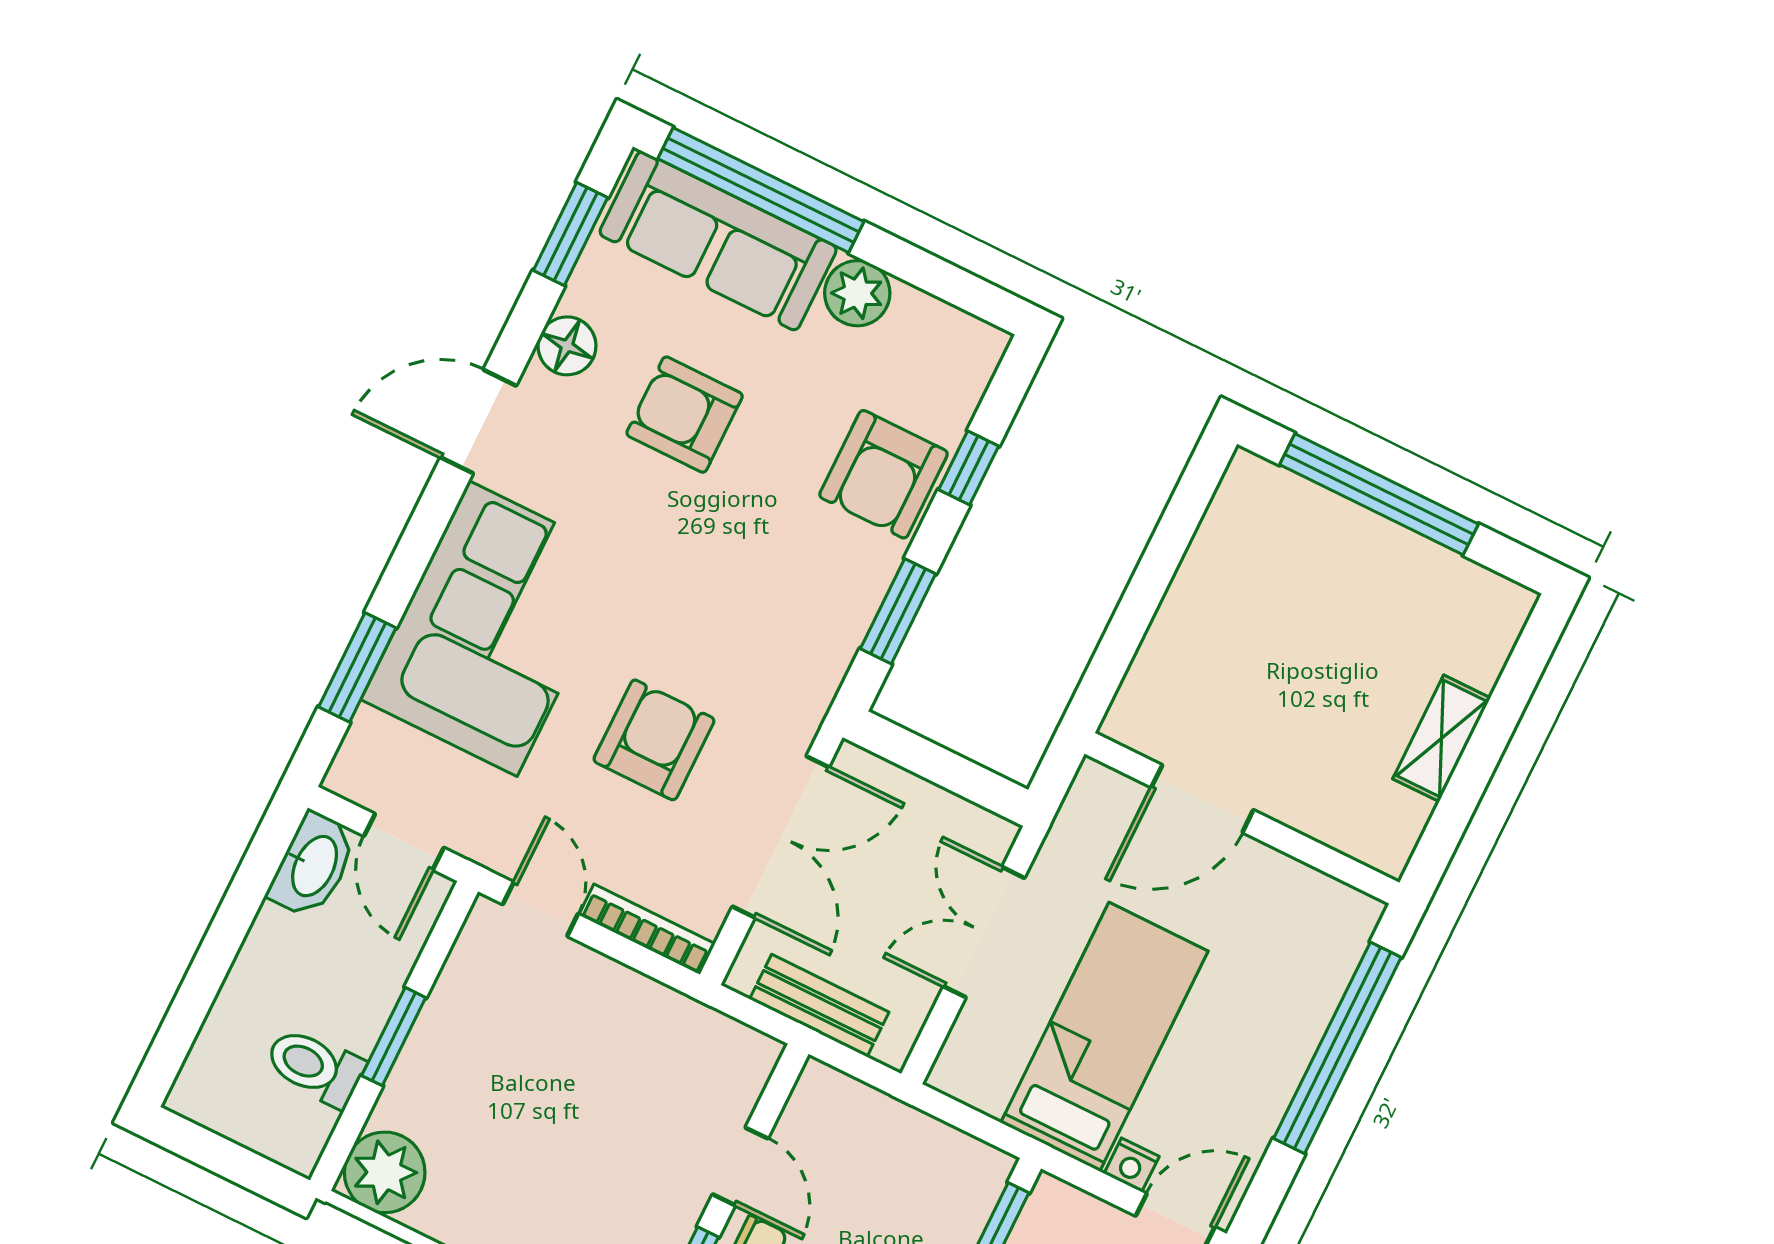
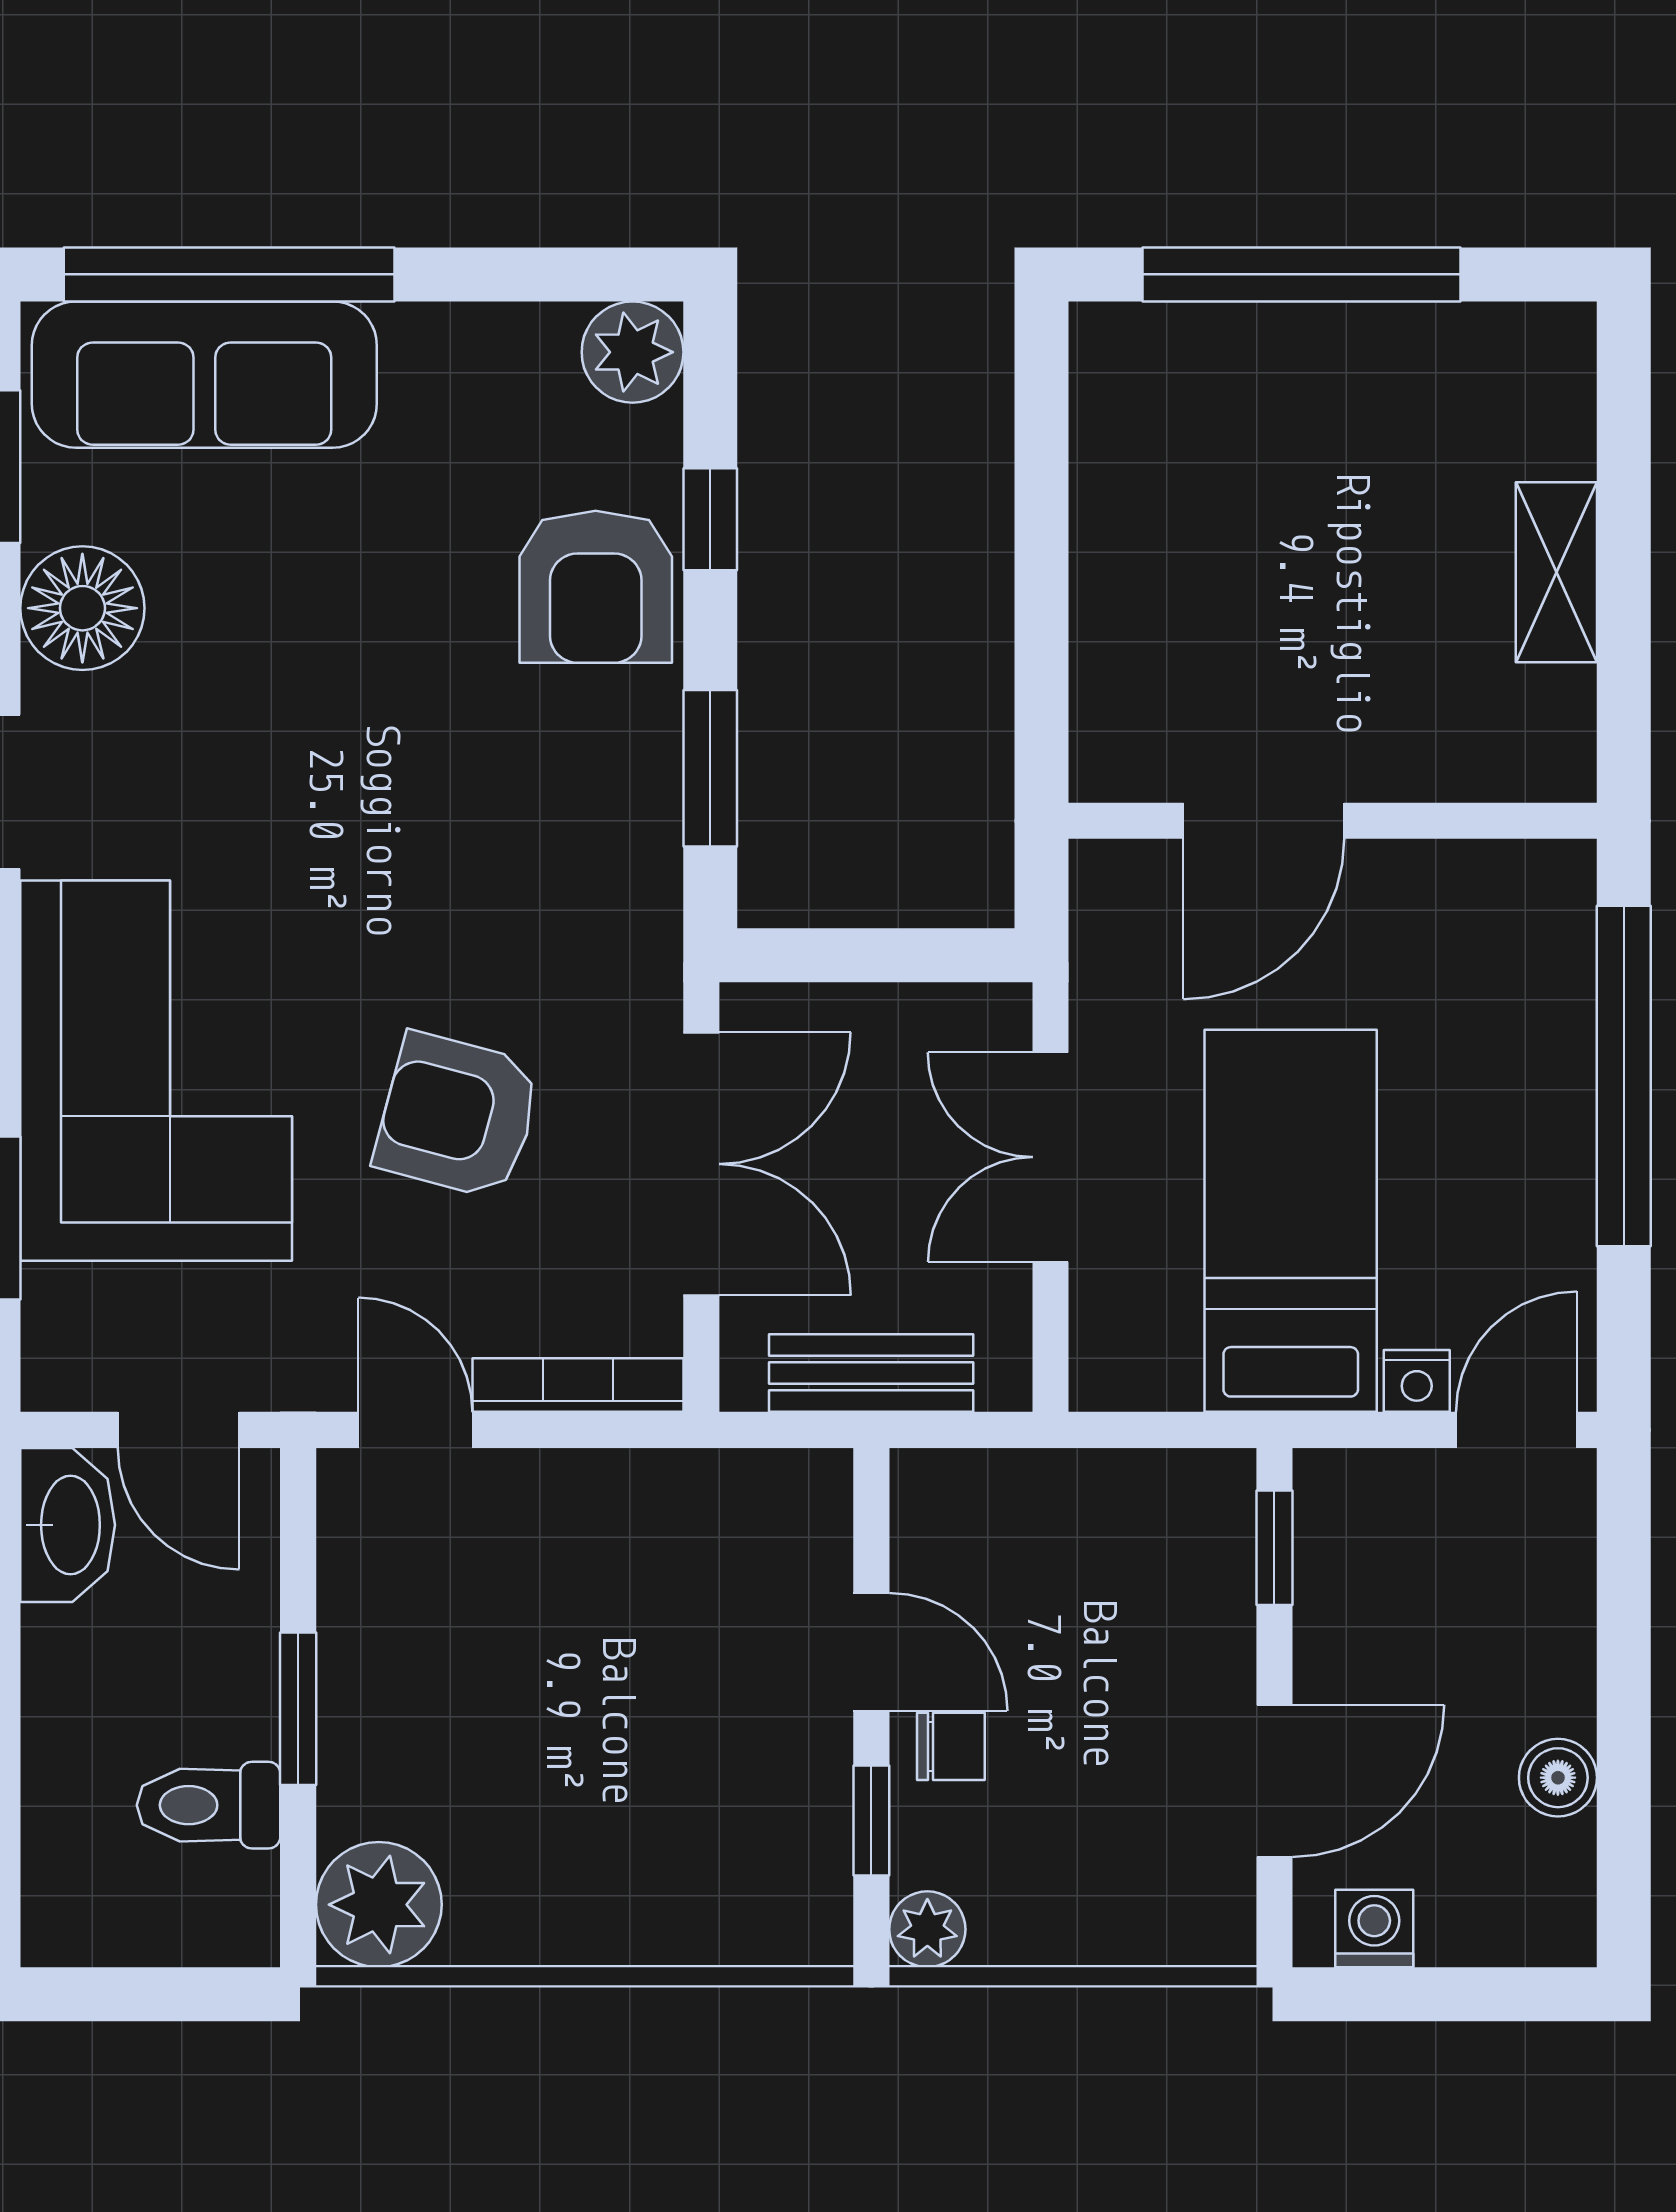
plant: (857, 293) -> (633, 352), moved
floor lamp: (567, 346) -> (82, 608), width x1.38, depth x1.38
armchair: (685, 415) -> (277, 640), removed
armchair: (654, 740) -> (458, 1116), turned -75

